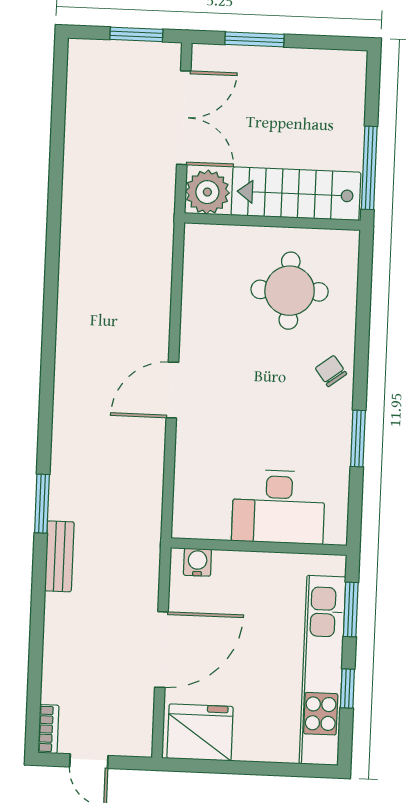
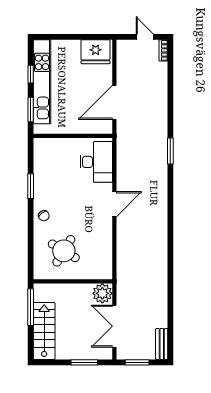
stairs: (296, 194) -> (44, 331), moved, turned -90
round table: (290, 291) -> (64, 251), turned 31
desk: (278, 507) -> (96, 162), moved, turned 90
bench: (59, 556) -> (162, 344), moved
water cooler: (197, 562) -> (100, 128), removed
door: (161, 650) -> (114, 102), moved

